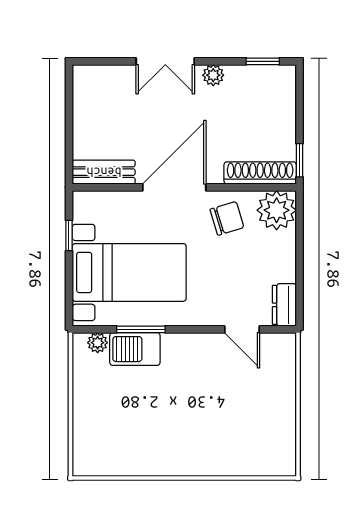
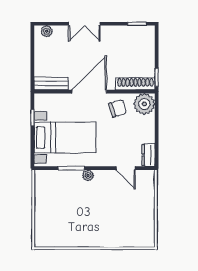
plant: (213, 75) -> (47, 31), moved
plant: (98, 343) -> (88, 175), moved
barbecue: (135, 349) -> (68, 179), removed

